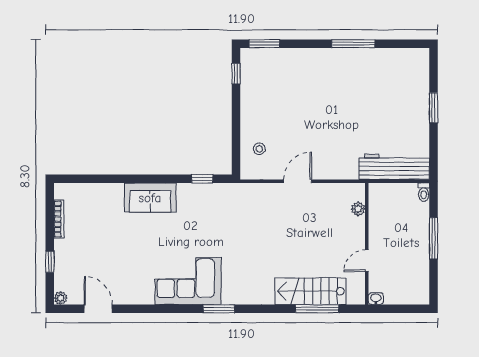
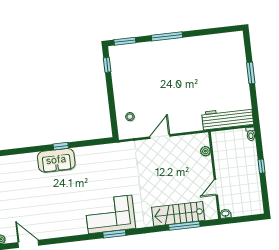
window: (353, 44) -> (167, 36), moved
window: (202, 179) -> (61, 146), moved
window: (433, 238) -> (261, 166), width x0.46
corner sofa: (188, 281) -> (110, 214), moved

